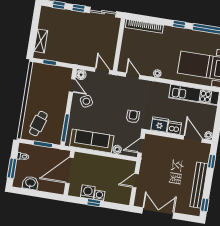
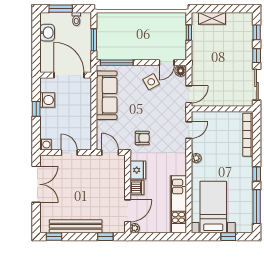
cafe table: (38, 124) -> (117, 31), removed
plant: (117, 149) -> (102, 126), removed
washing machine: (99, 195) -> (46, 145), moved

